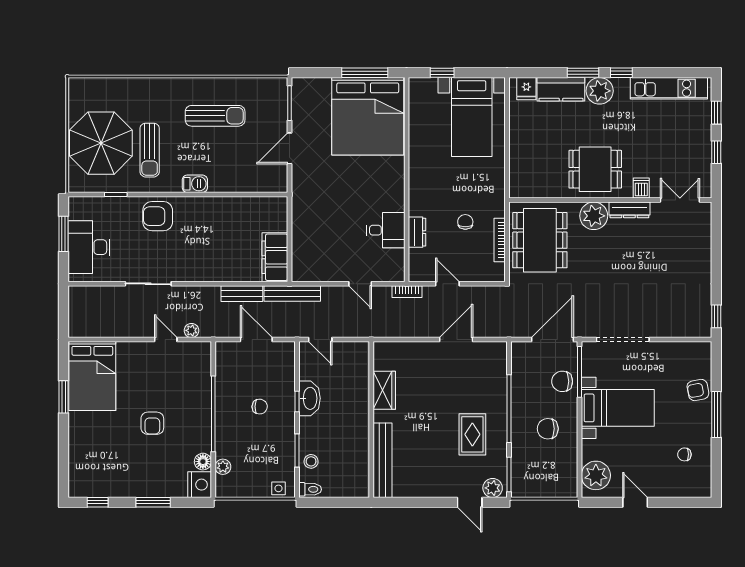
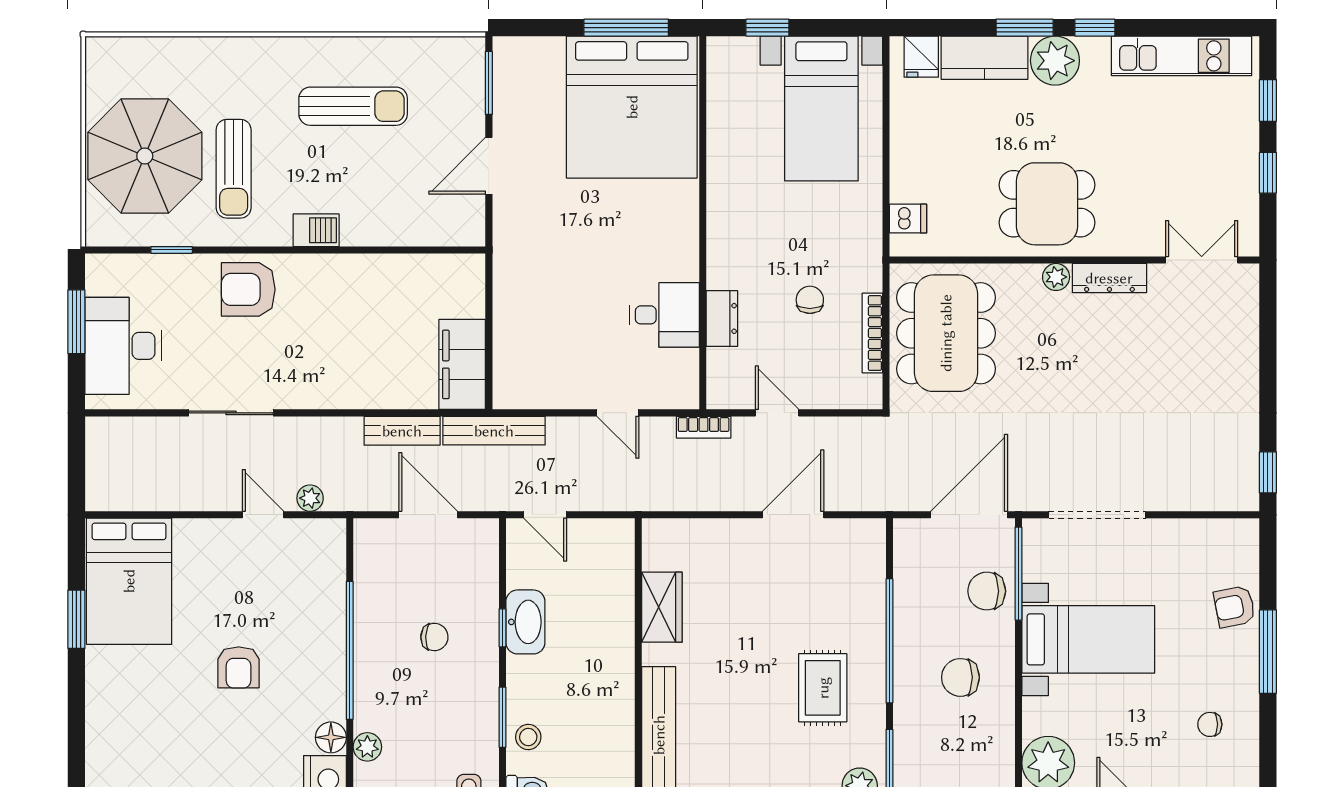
dishwasher: (641, 188) -> (908, 219), moved, turned 90
plant: (594, 216) -> (1056, 277), width x0.53, depth x0.53

